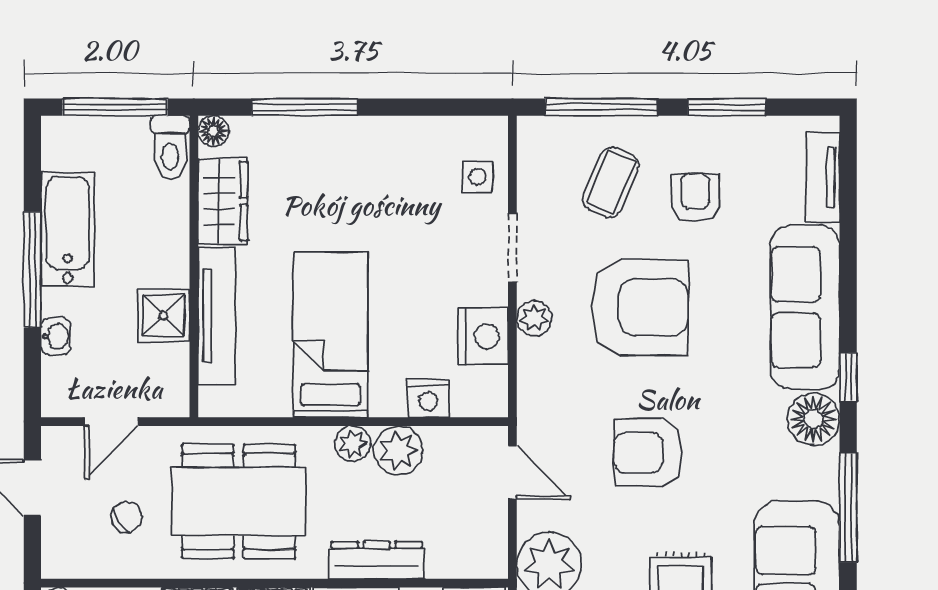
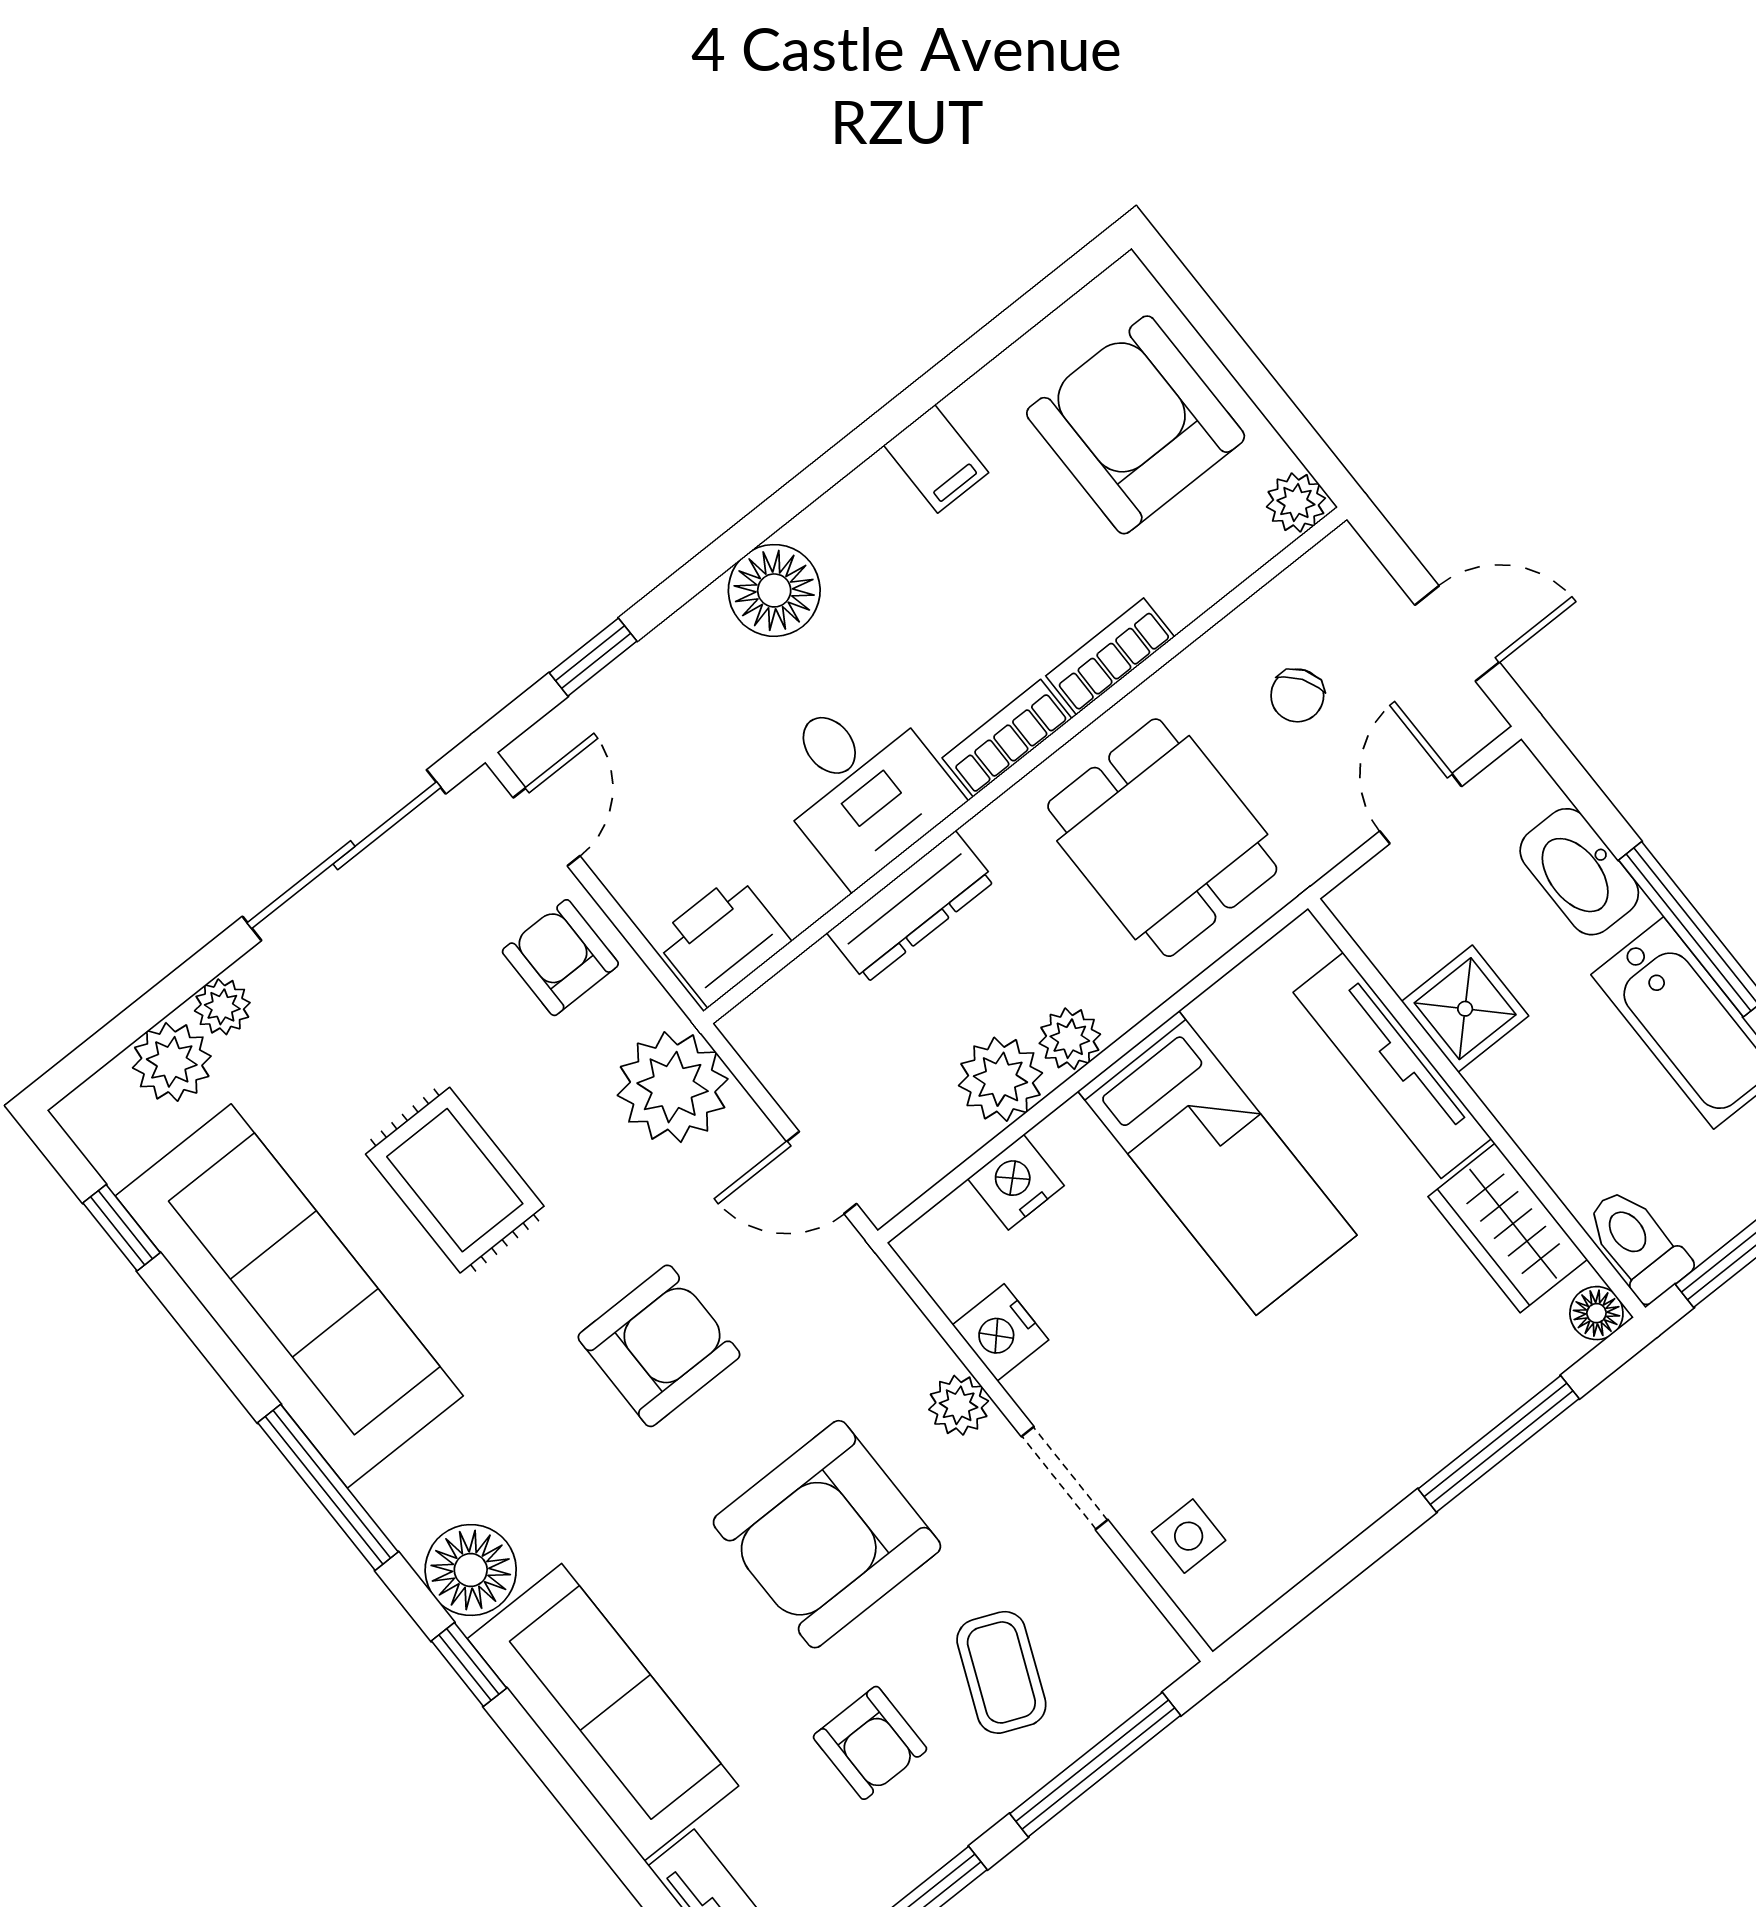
washbasin: (56, 336) -> (1579, 872), width x1.91, depth x1.45
nightstand: (483, 336) -> (1001, 1332), width x0.74, depth x0.75
dining table: (239, 501) -> (1162, 838), width x0.73

